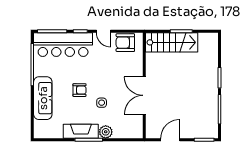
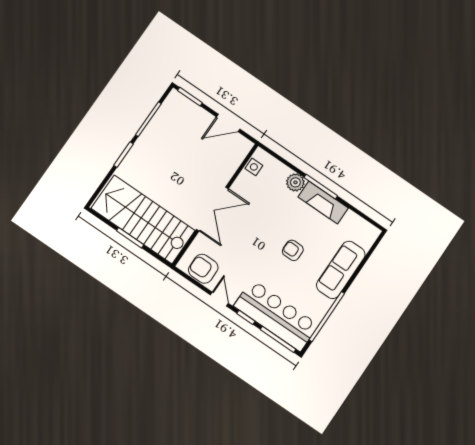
stairs: (172, 42) -> (143, 219), width x1.36, depth x1.51
armchair: (125, 43) -> (203, 269), turned 180
double door: (144, 95) -> (212, 209), moved
side table: (102, 103) -> (254, 167), moved

